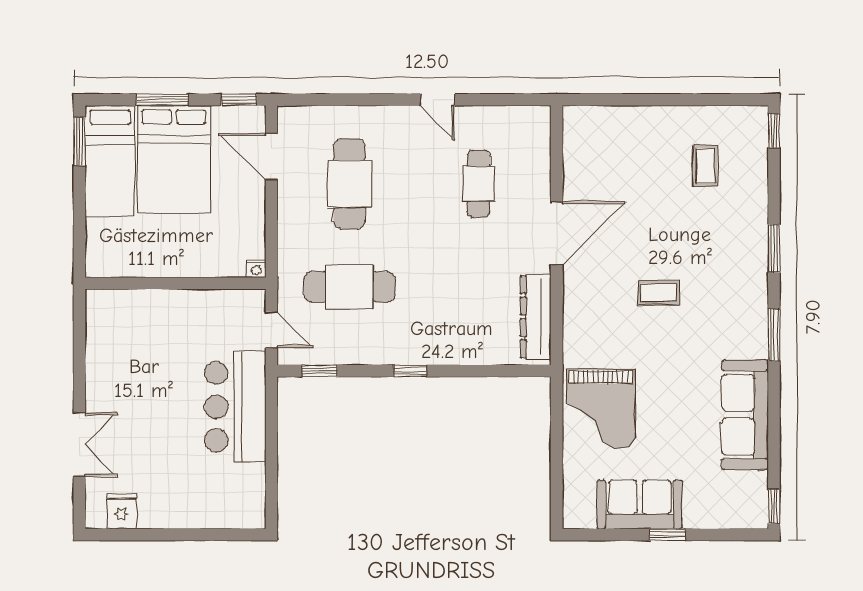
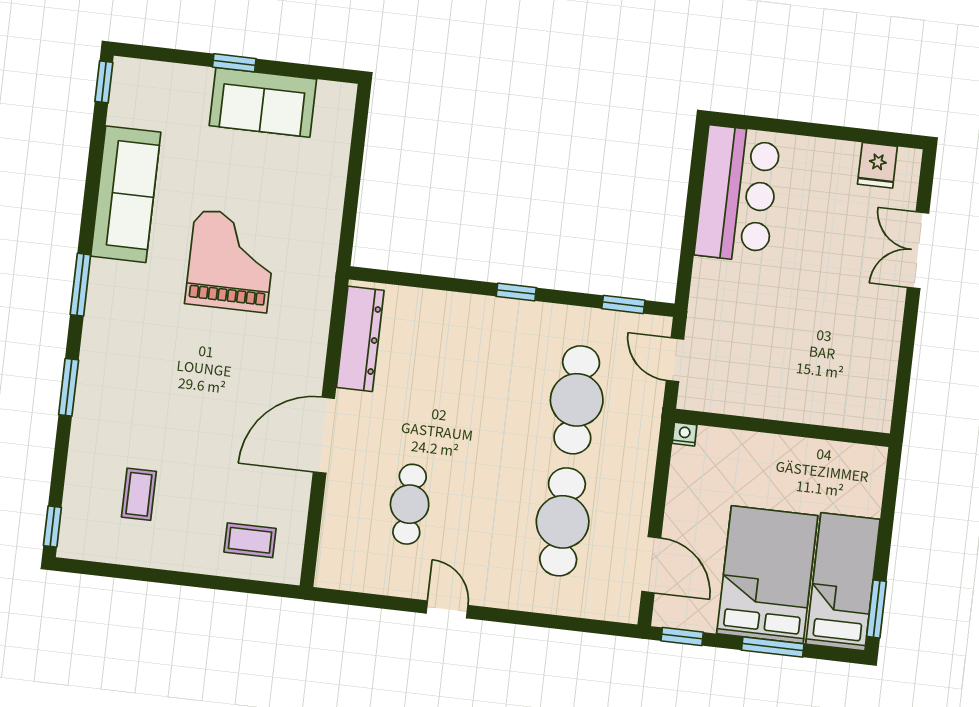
cafe table: (349, 287) -> (577, 400), turned 90
coffee table: (659, 293) -> (250, 540), moved
bar counter: (235, 407) -> (738, 194), moved
grand piano: (601, 409) -> (231, 261), moved

